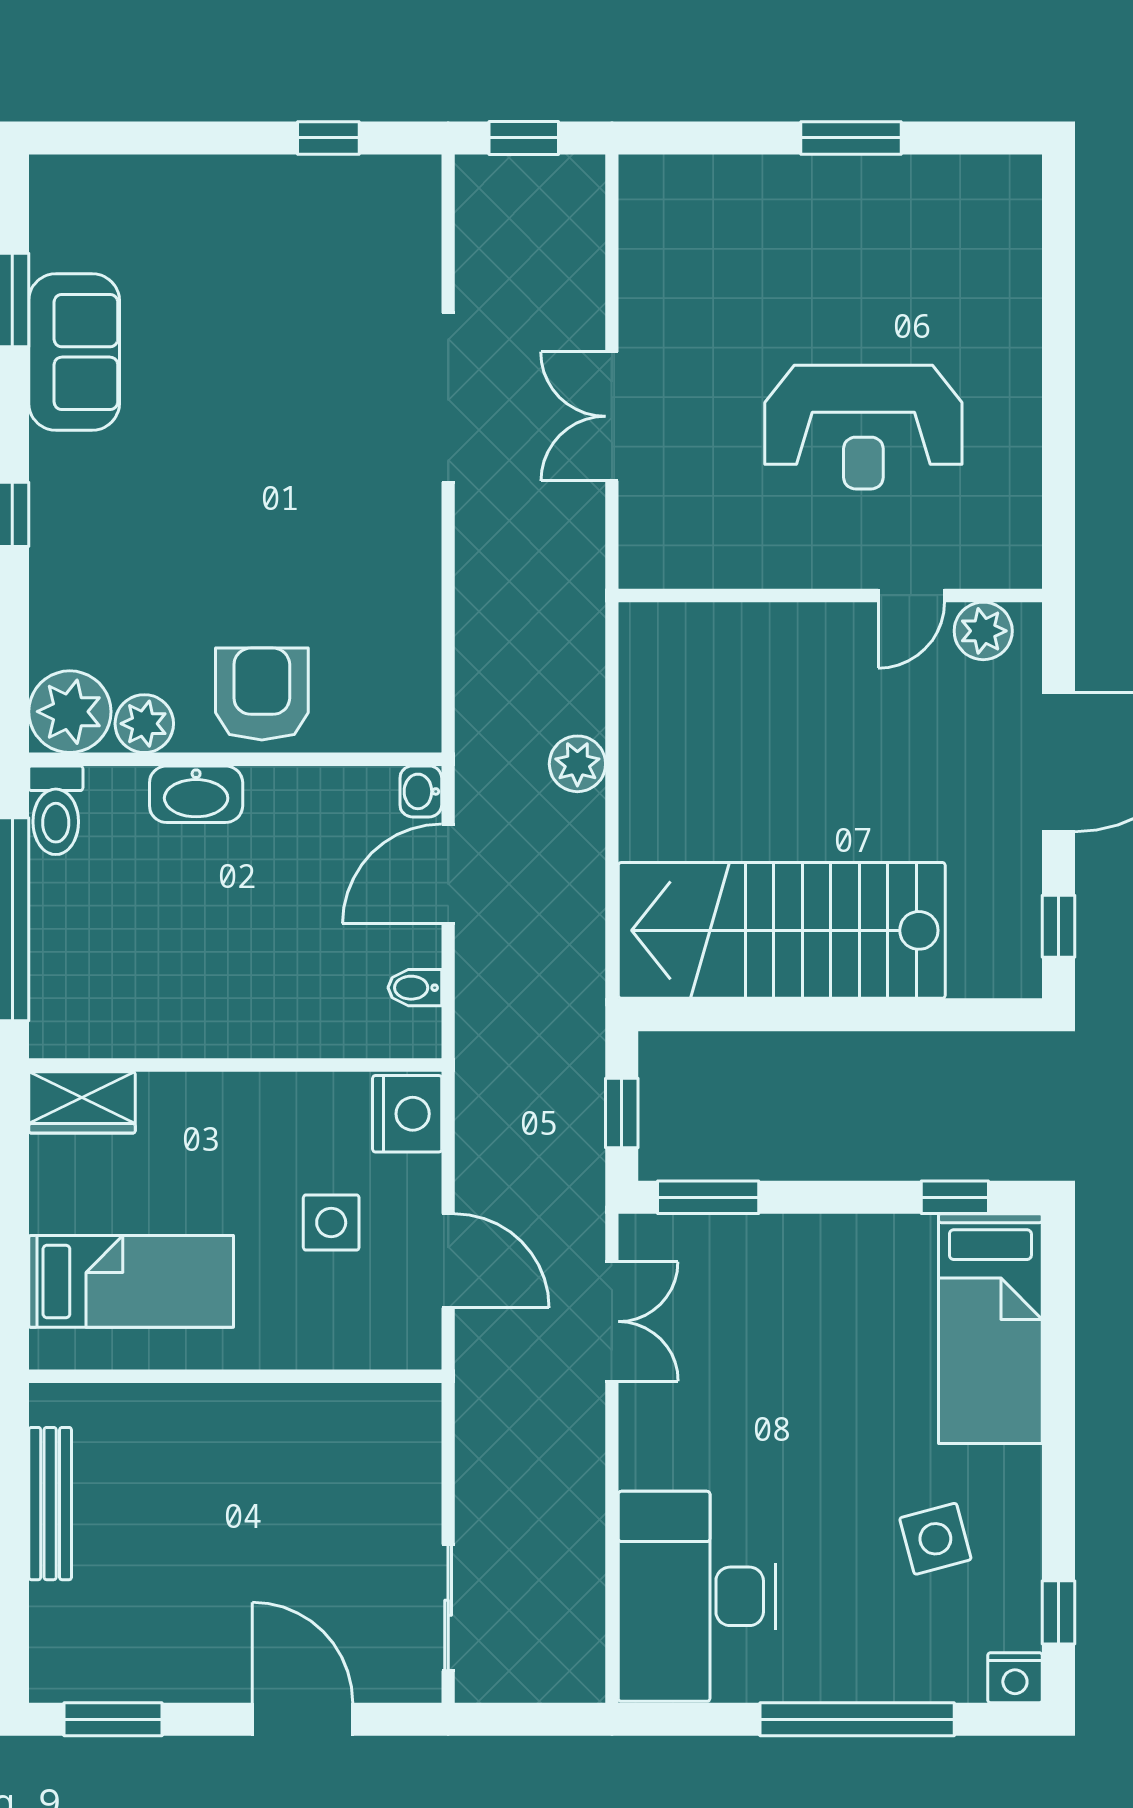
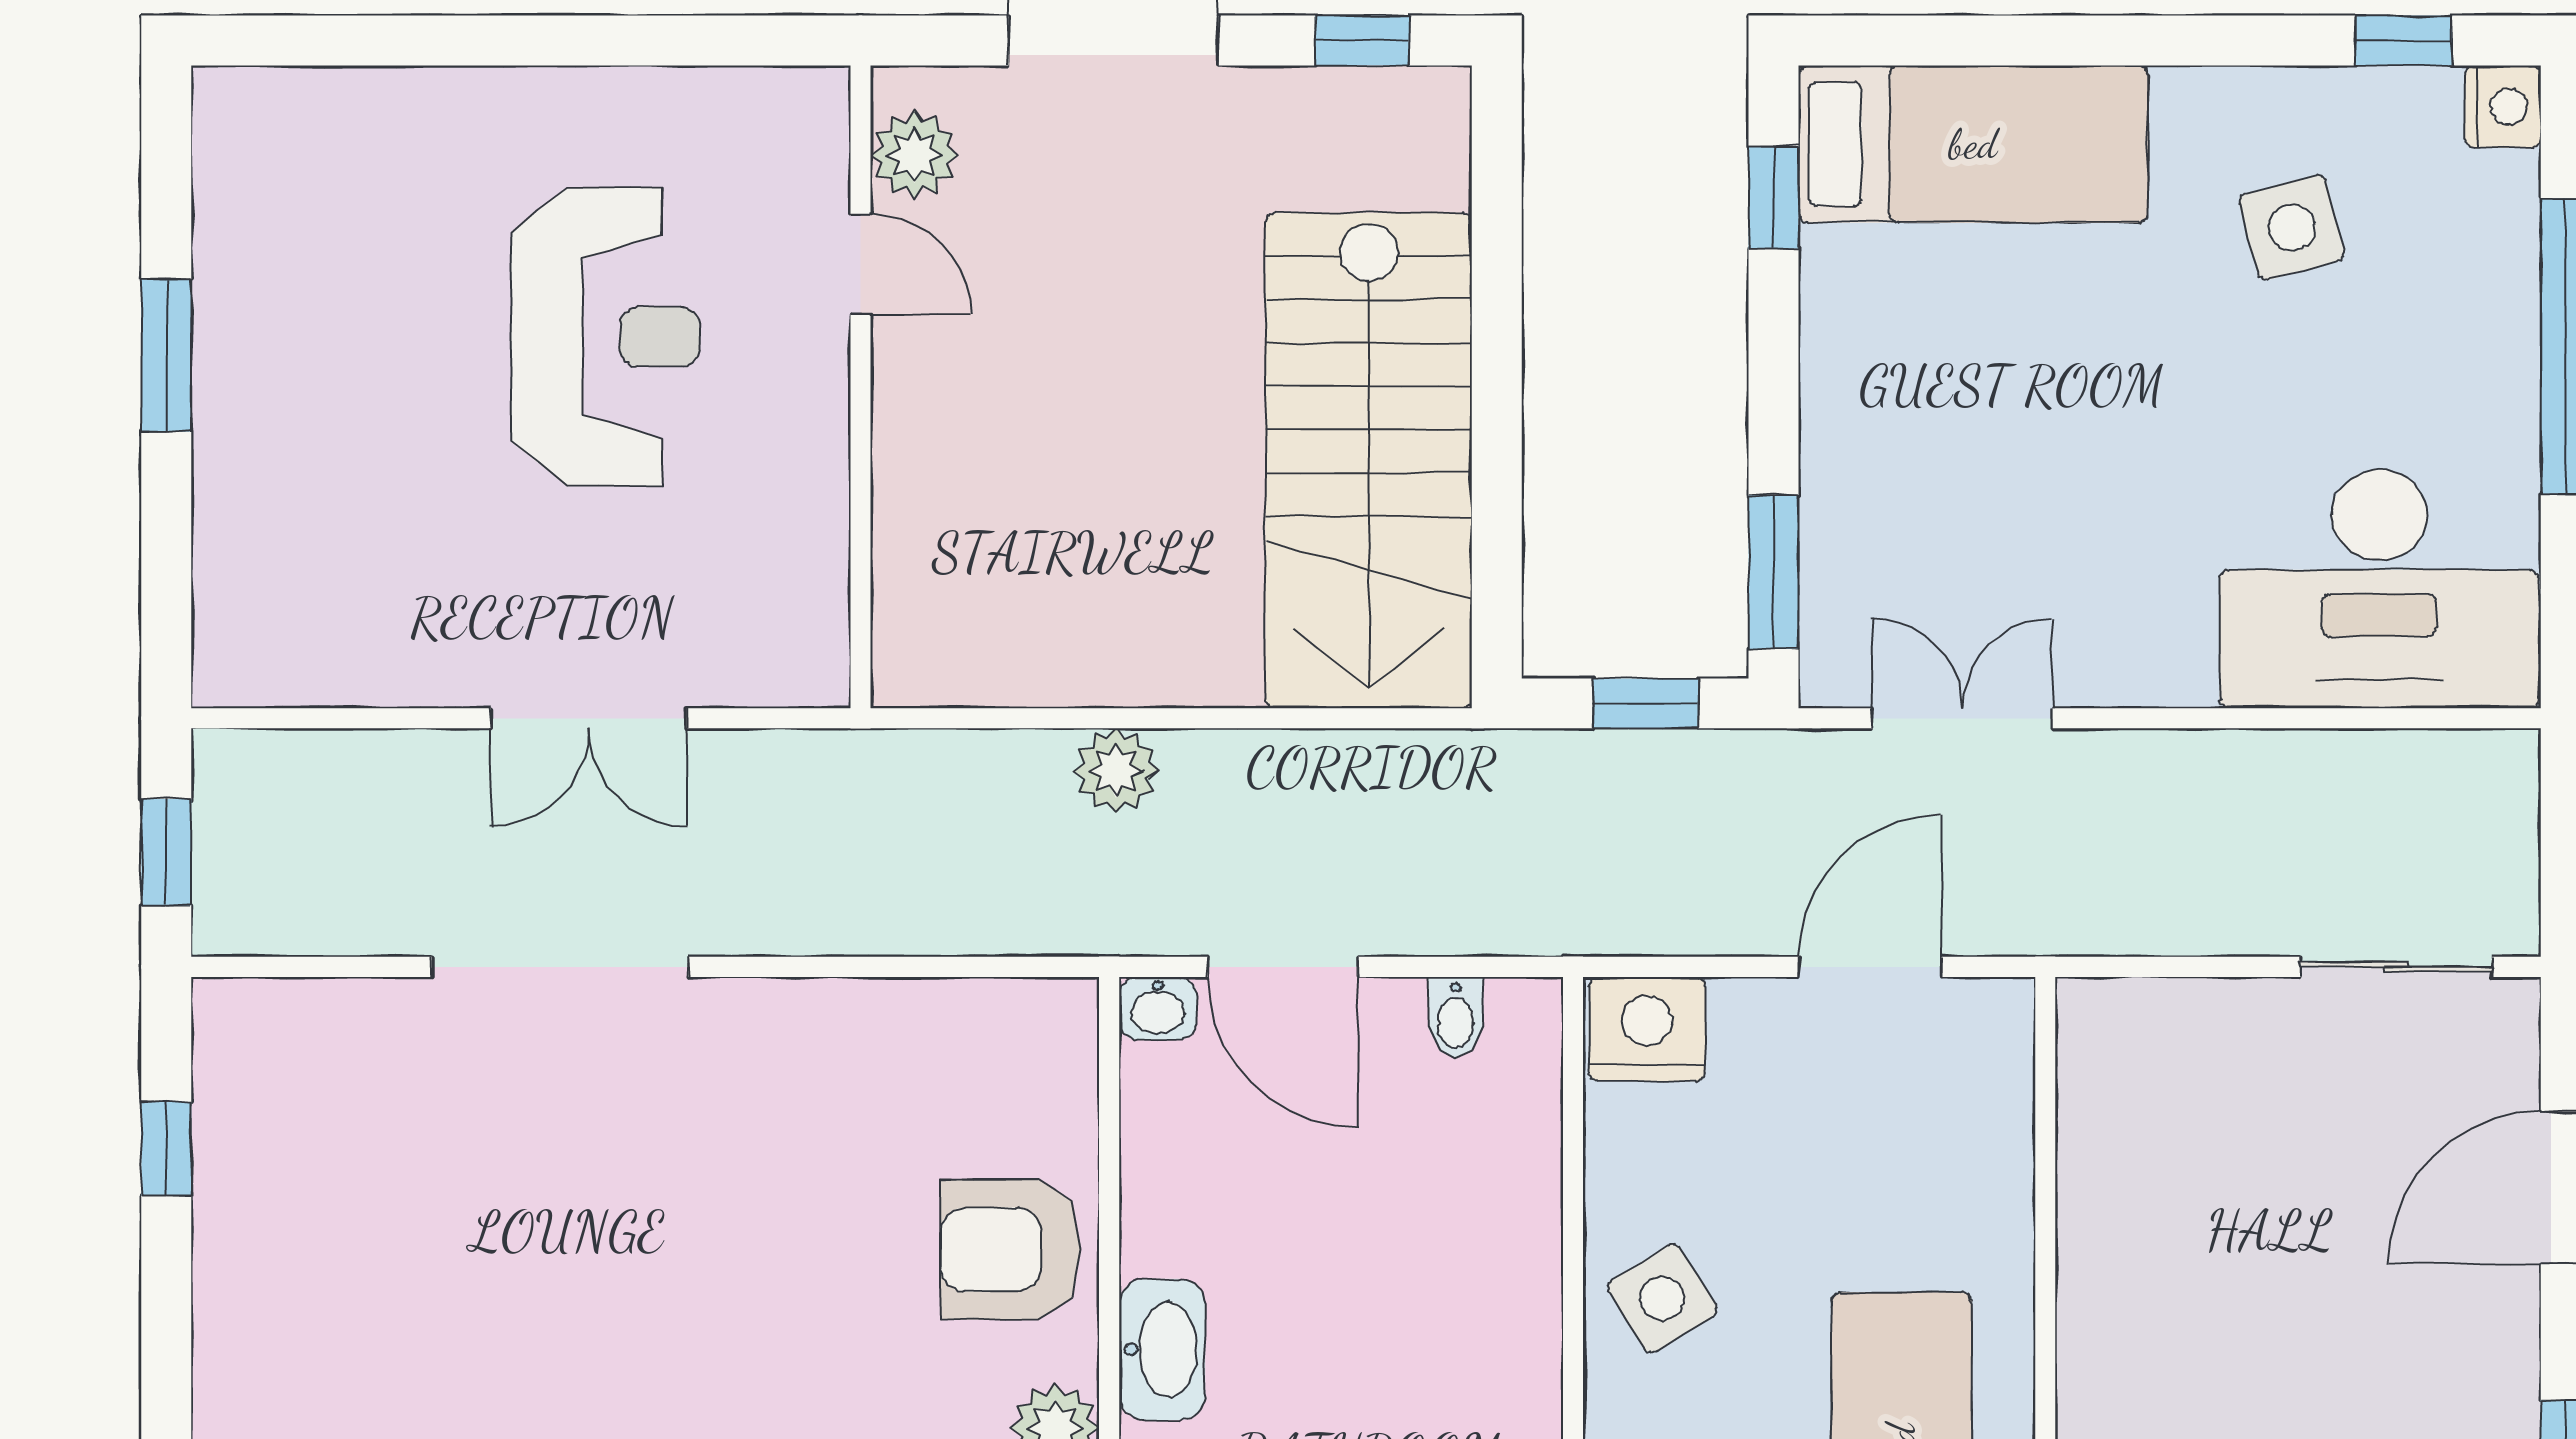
side table: (331, 1223) -> (1662, 1298), moved, turned -32

